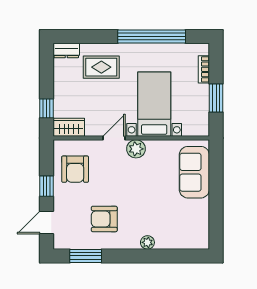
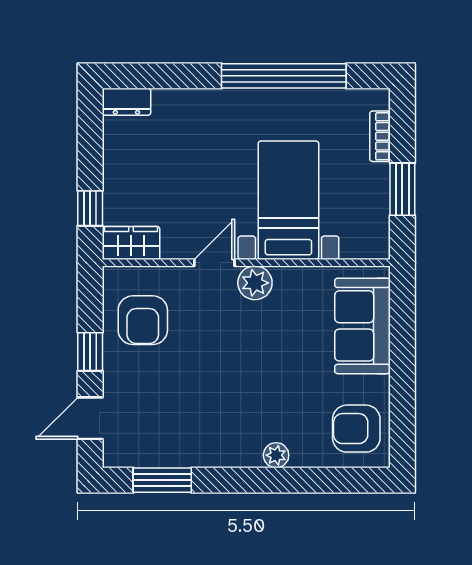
rug: (101, 67) -> (191, 132), removed
armchair: (104, 219) -> (356, 429), moved

